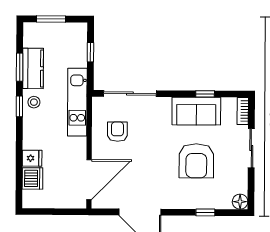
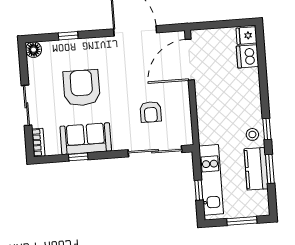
kitchen unit: (77, 102) -> (211, 180), moved
armchair: (117, 132) -> (151, 112), moved
fridge: (32, 158) -> (247, 36), moved

